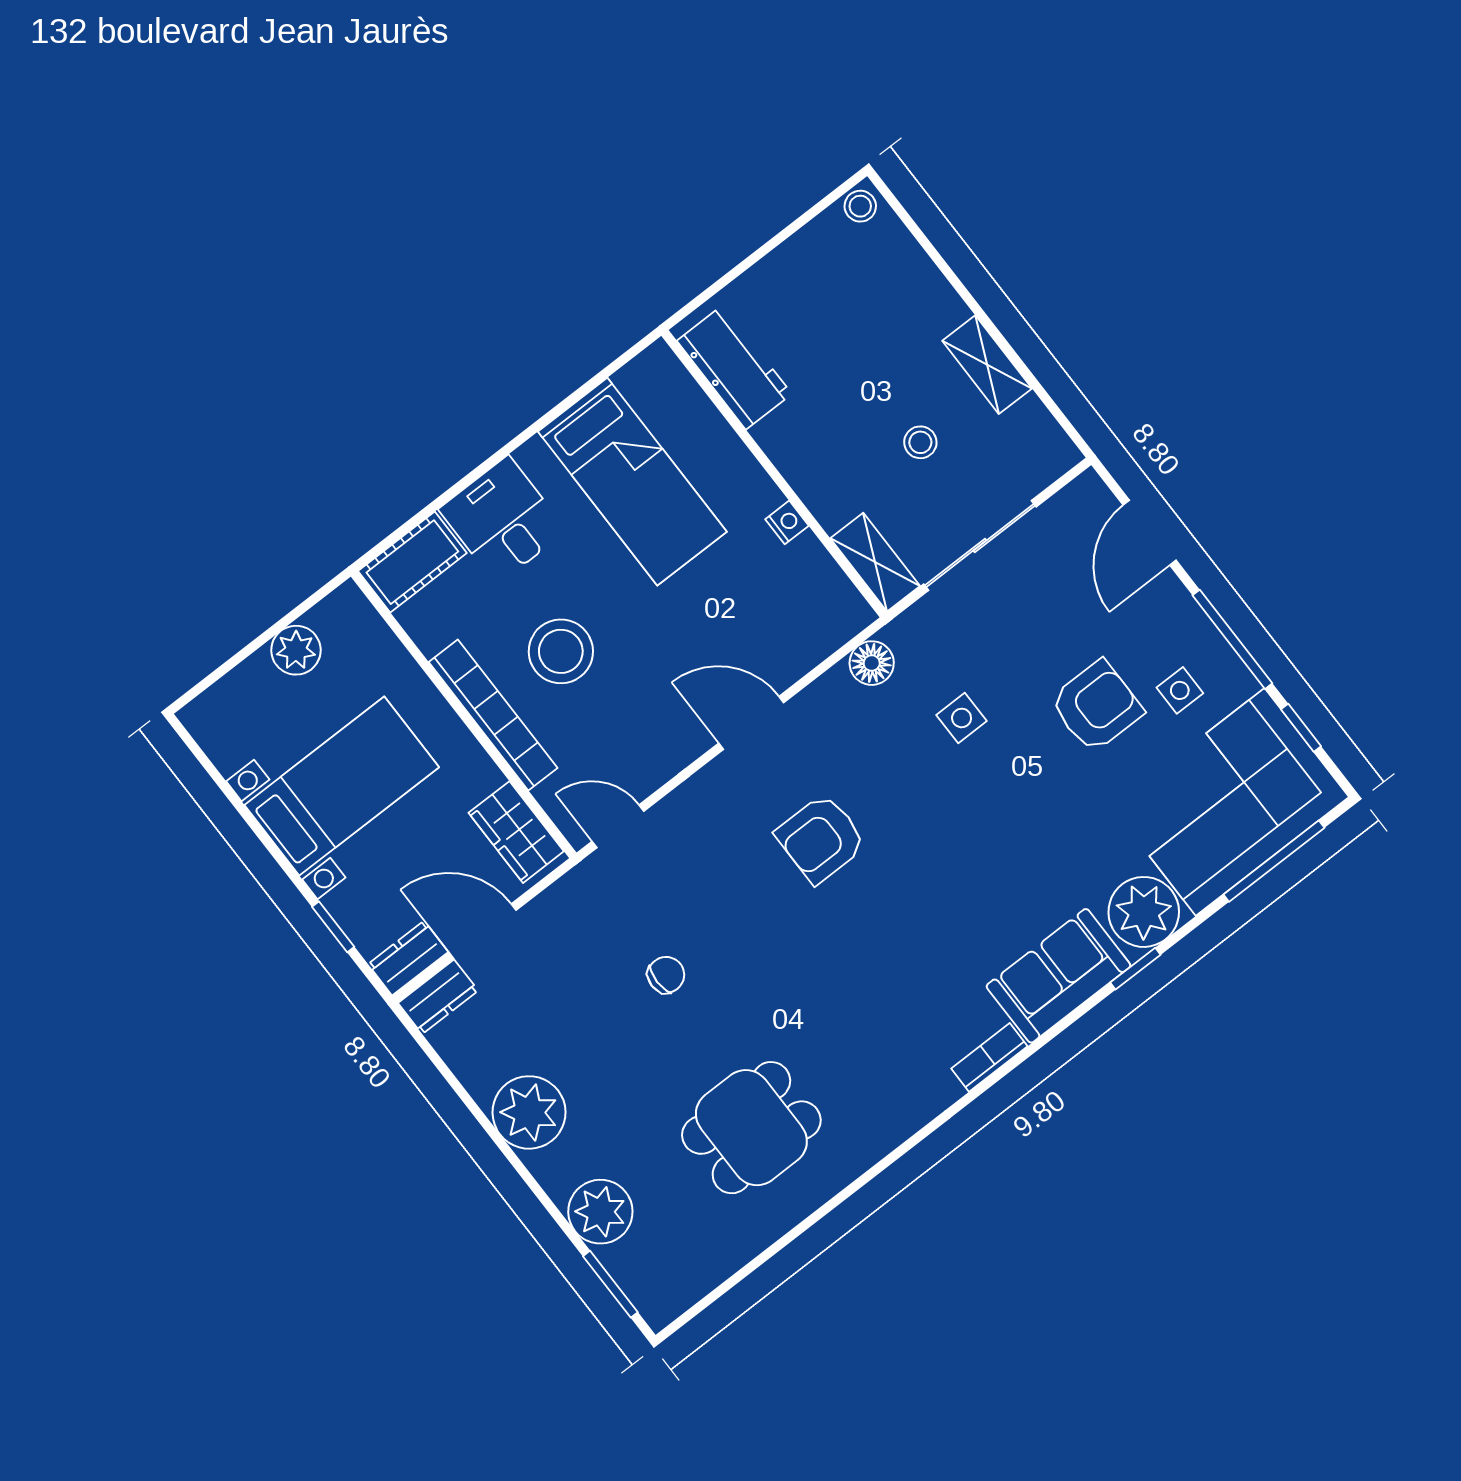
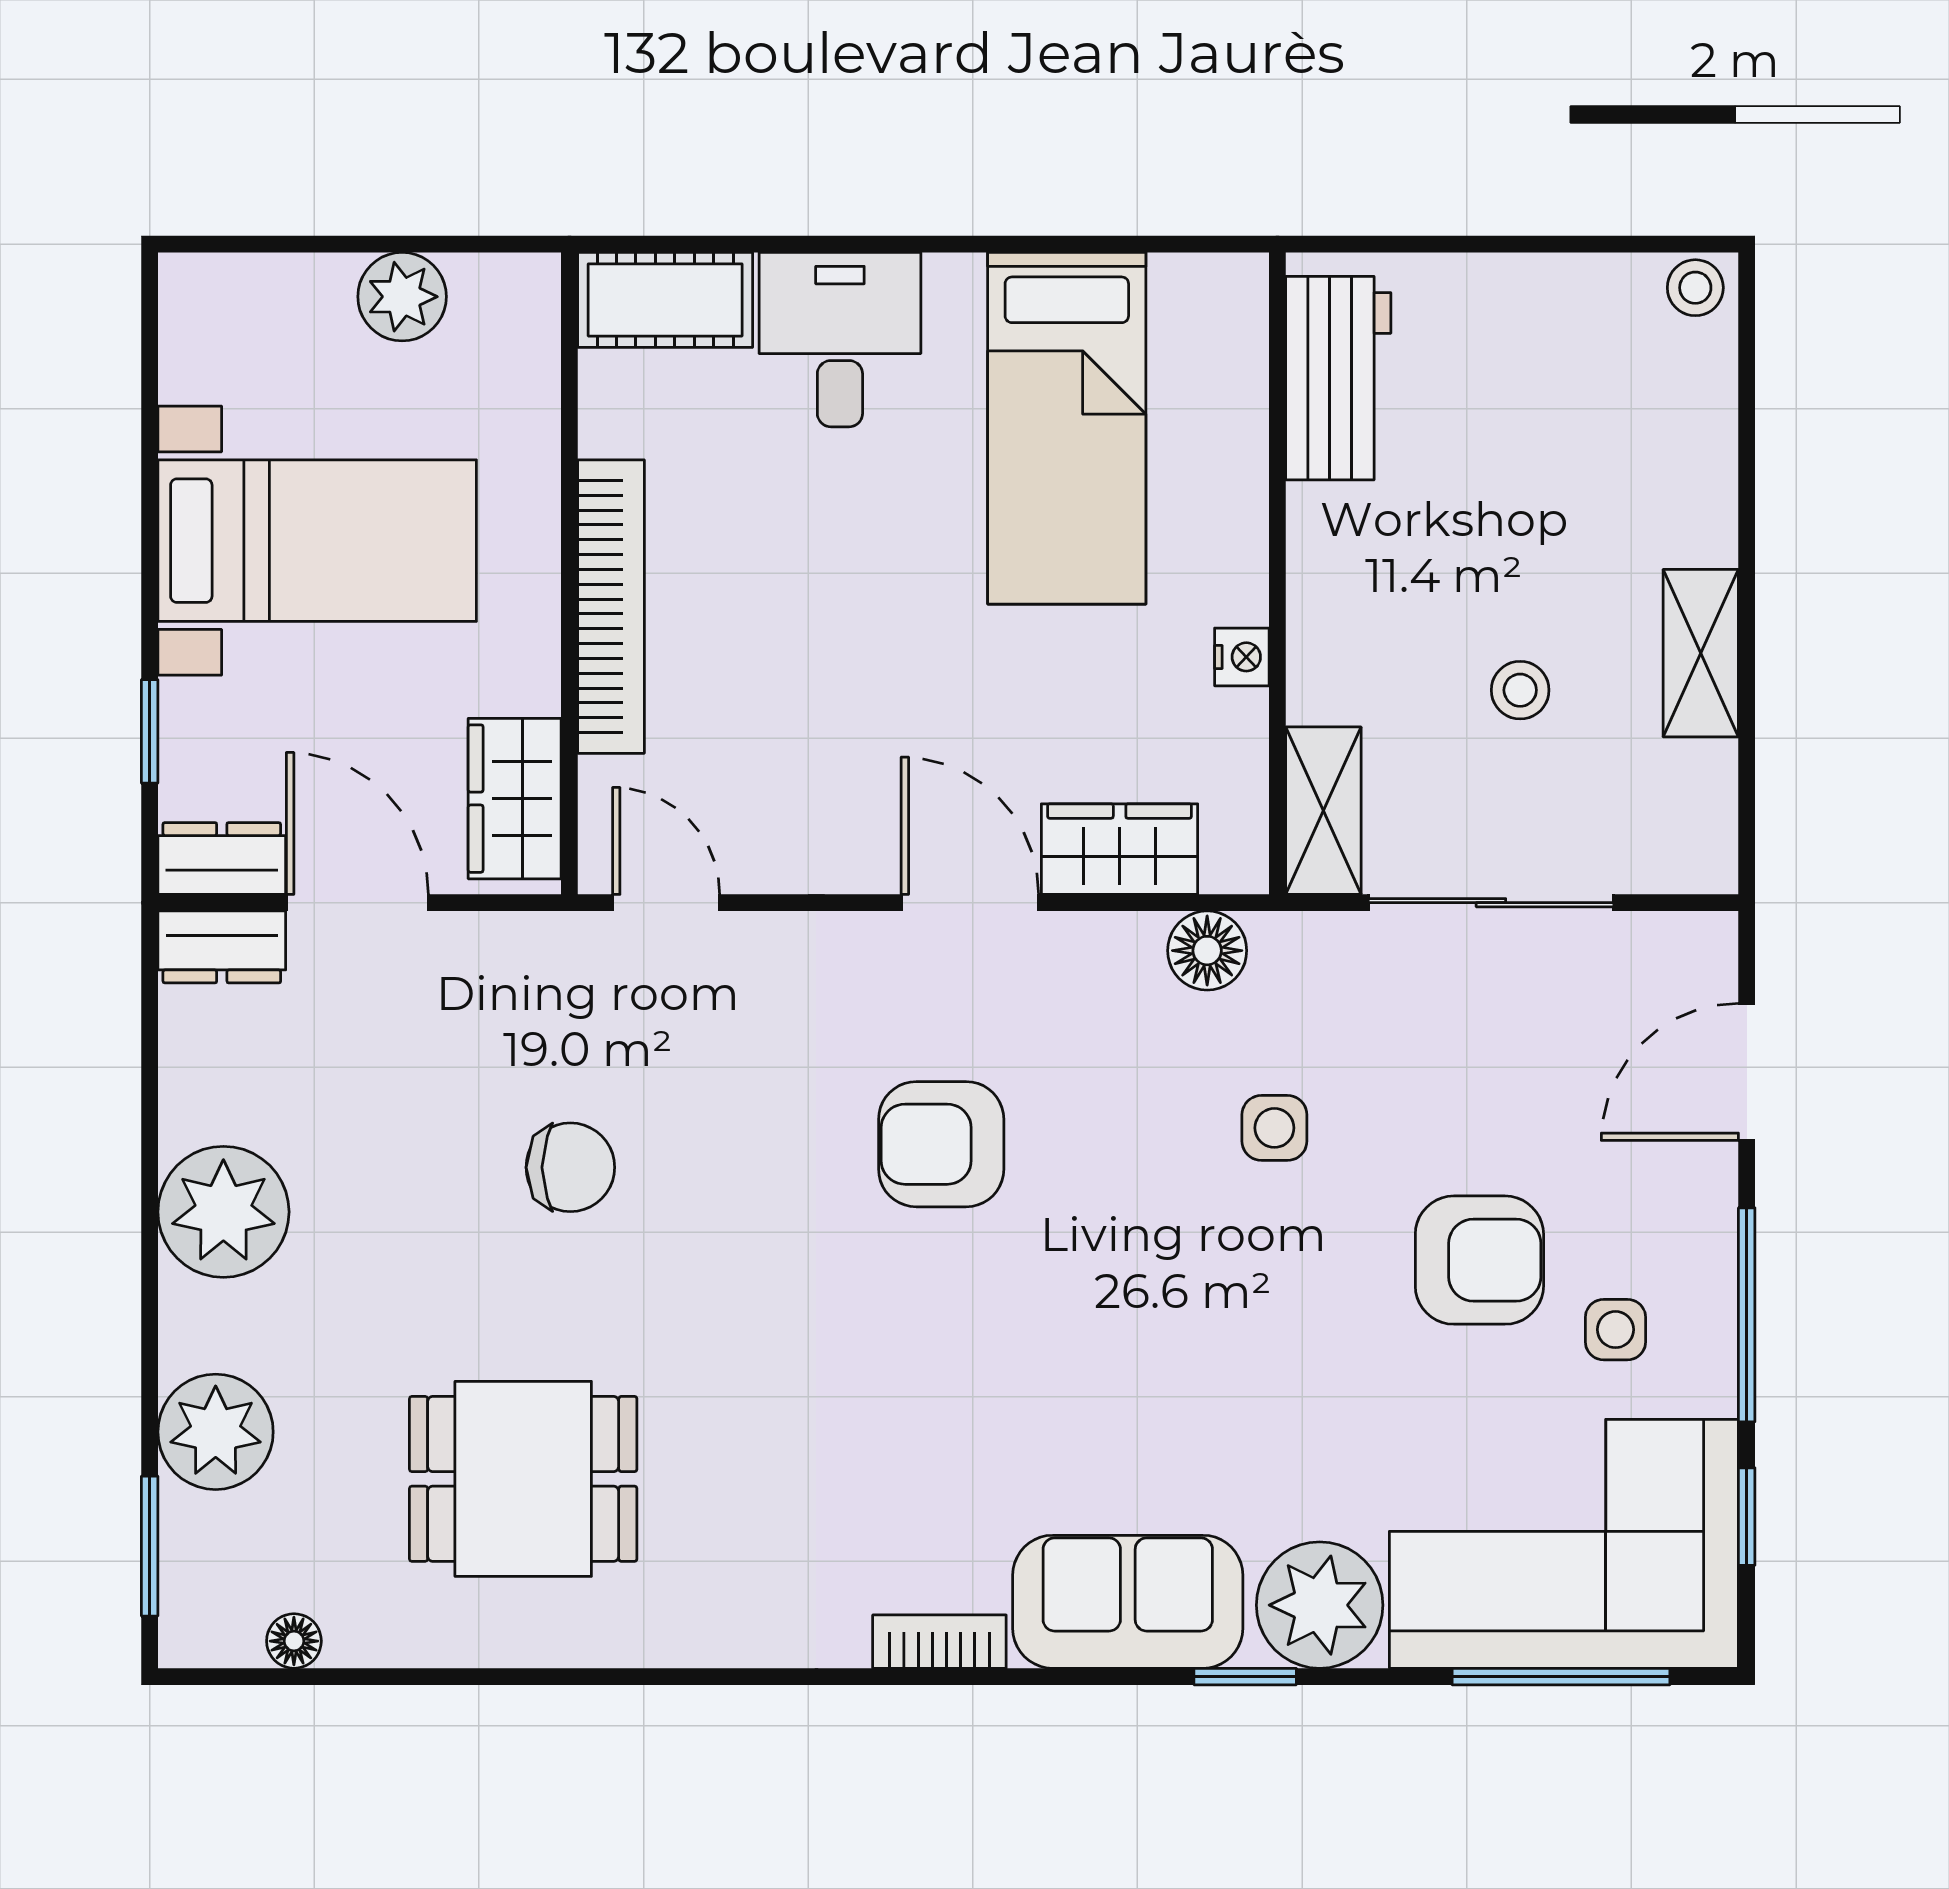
wardrobe: (799, 648) -> (1120, 849), added
stool: (561, 651) -> (778, 591), removed
chair: (666, 975) -> (570, 1167), width x1.37, depth x1.37
floor lamp: (706, 1277) -> (294, 1641), added

